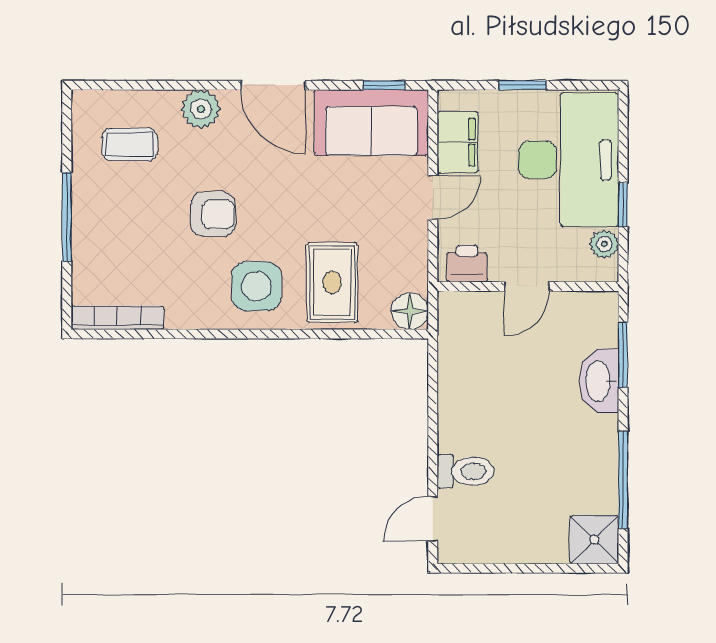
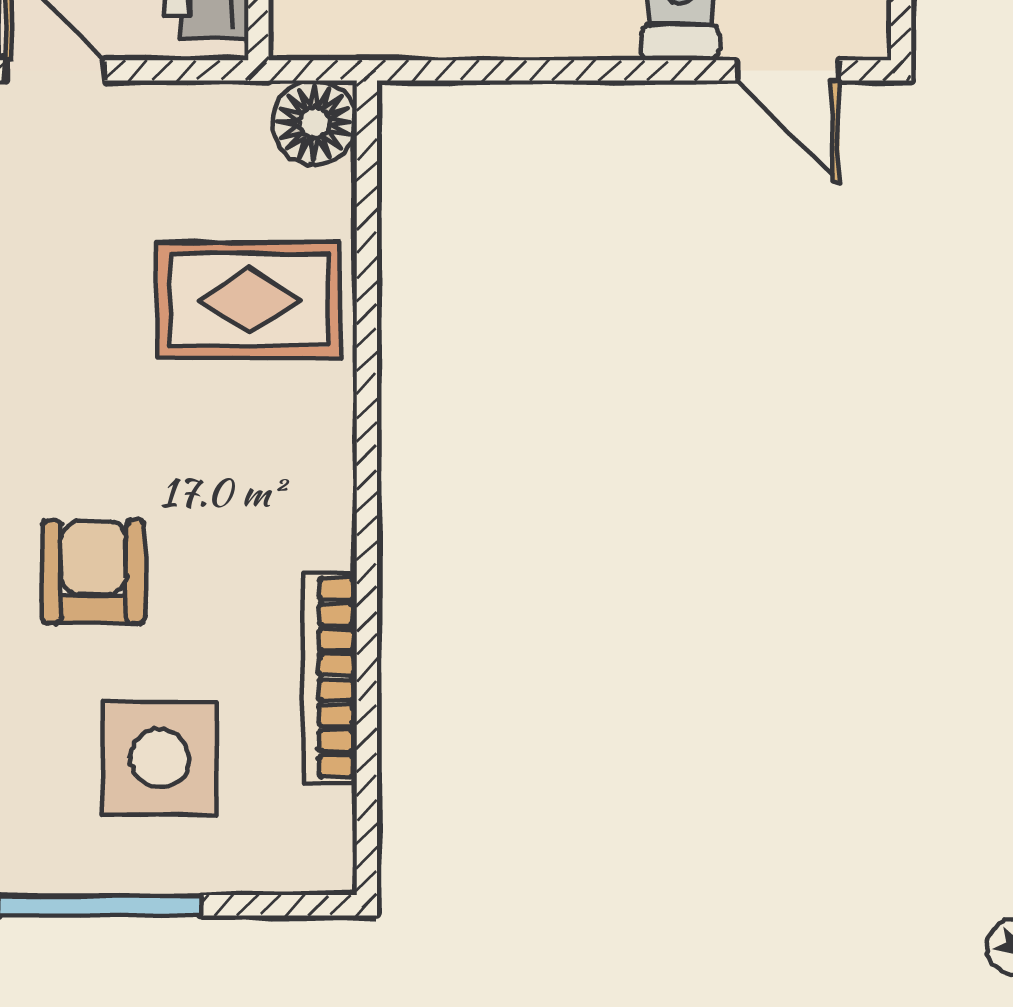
side table: (256, 286) -> (160, 758), moved
bookcase: (117, 318) -> (330, 678), moved

